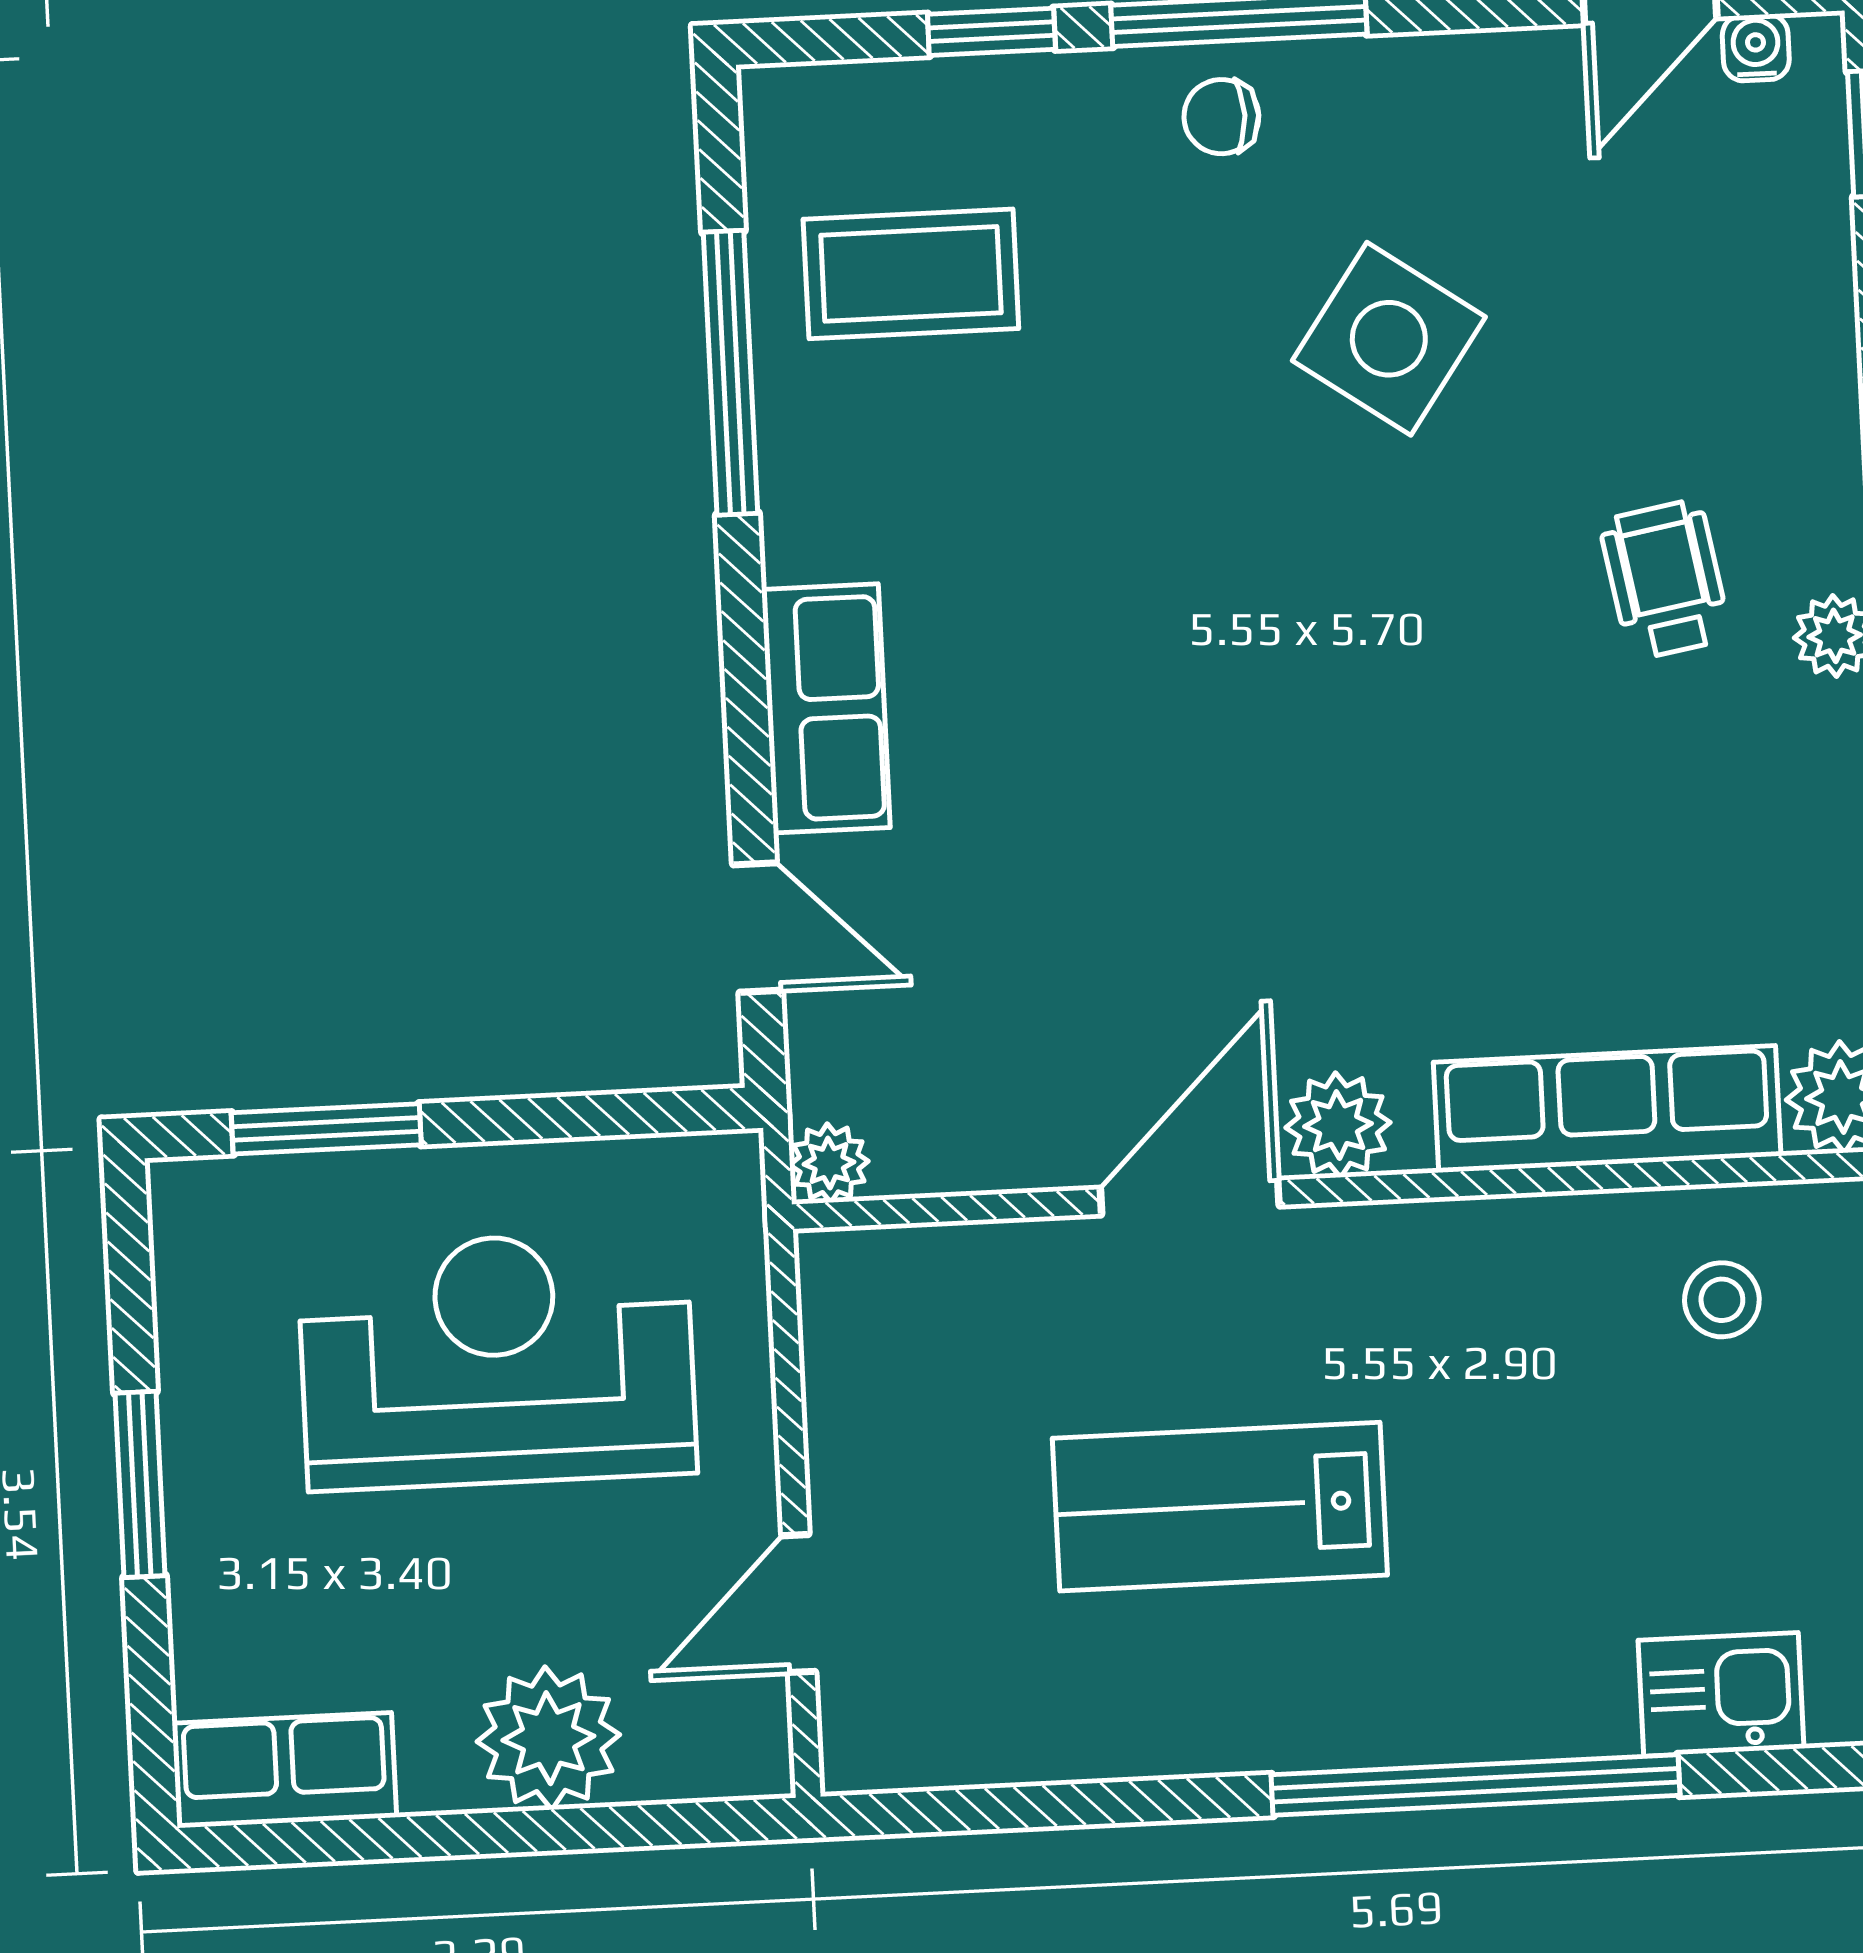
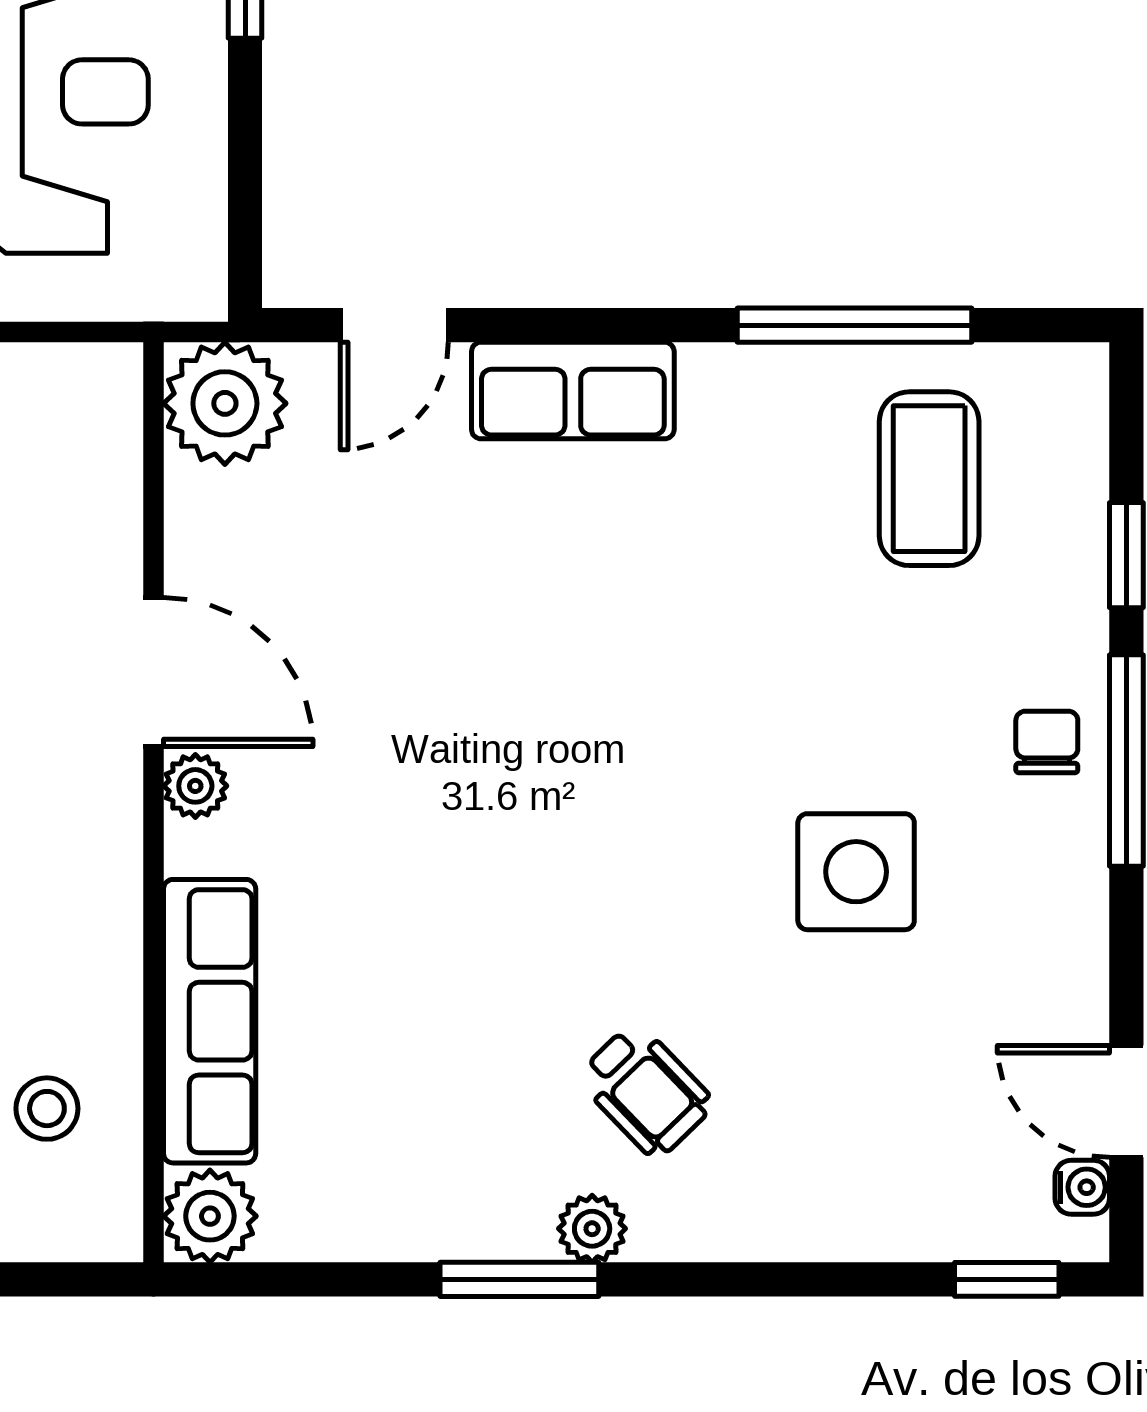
side table: (1389, 339) -> (856, 872), turned -35
wheelchair: (1665, 580) -> (646, 1091), turned 56
plant: (1338, 1125) -> (195, 786), width x0.73, depth x0.73
plant: (829, 1163) -> (225, 403), width x1.88, depth x1.88

